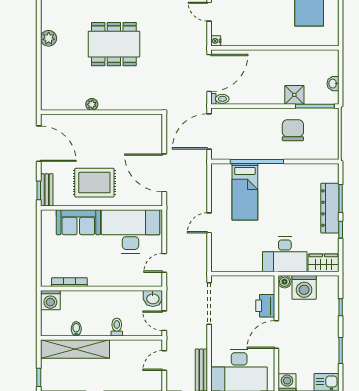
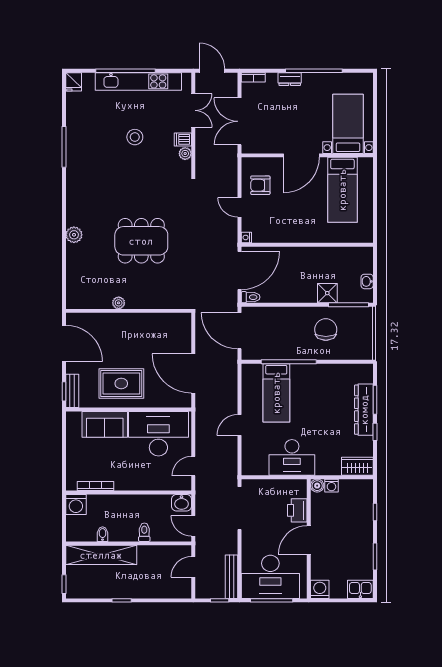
door: (209, 131) -> (239, 331), hinge flipped
desk: (285, 254) -> (292, 457), moved
washing machine: (304, 287) -> (331, 486), width x0.53, depth x0.53

